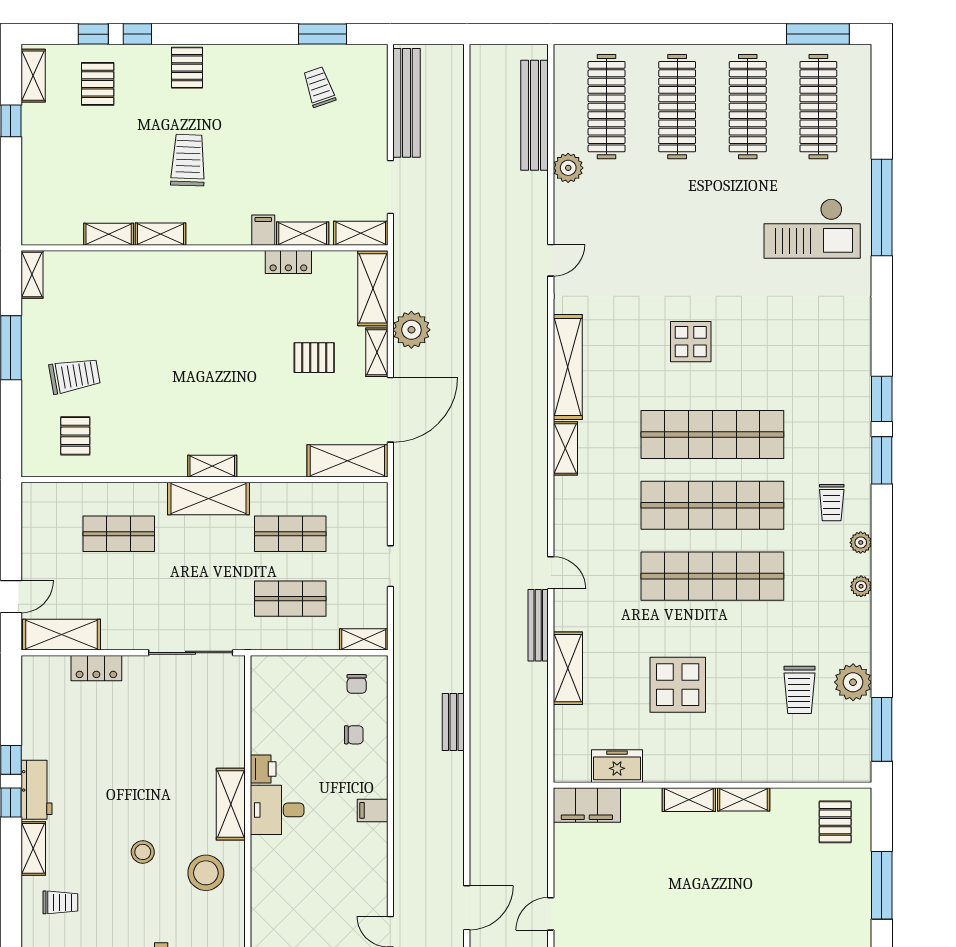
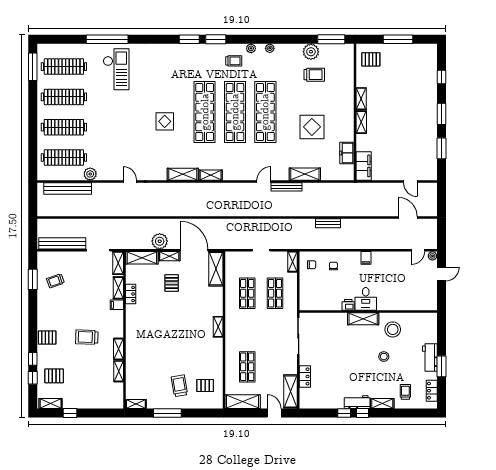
shelving: (568, 367) -> (183, 174), width x0.68
shelving: (209, 498) -> (243, 402), moved, turned 90

